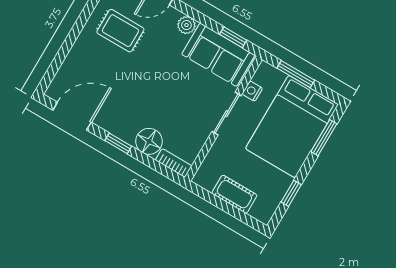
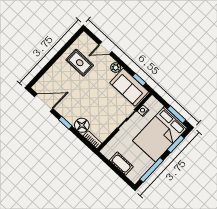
window: (296, 74) -> (176, 114), moved
window: (291, 193) -> (152, 170), width x2.17

